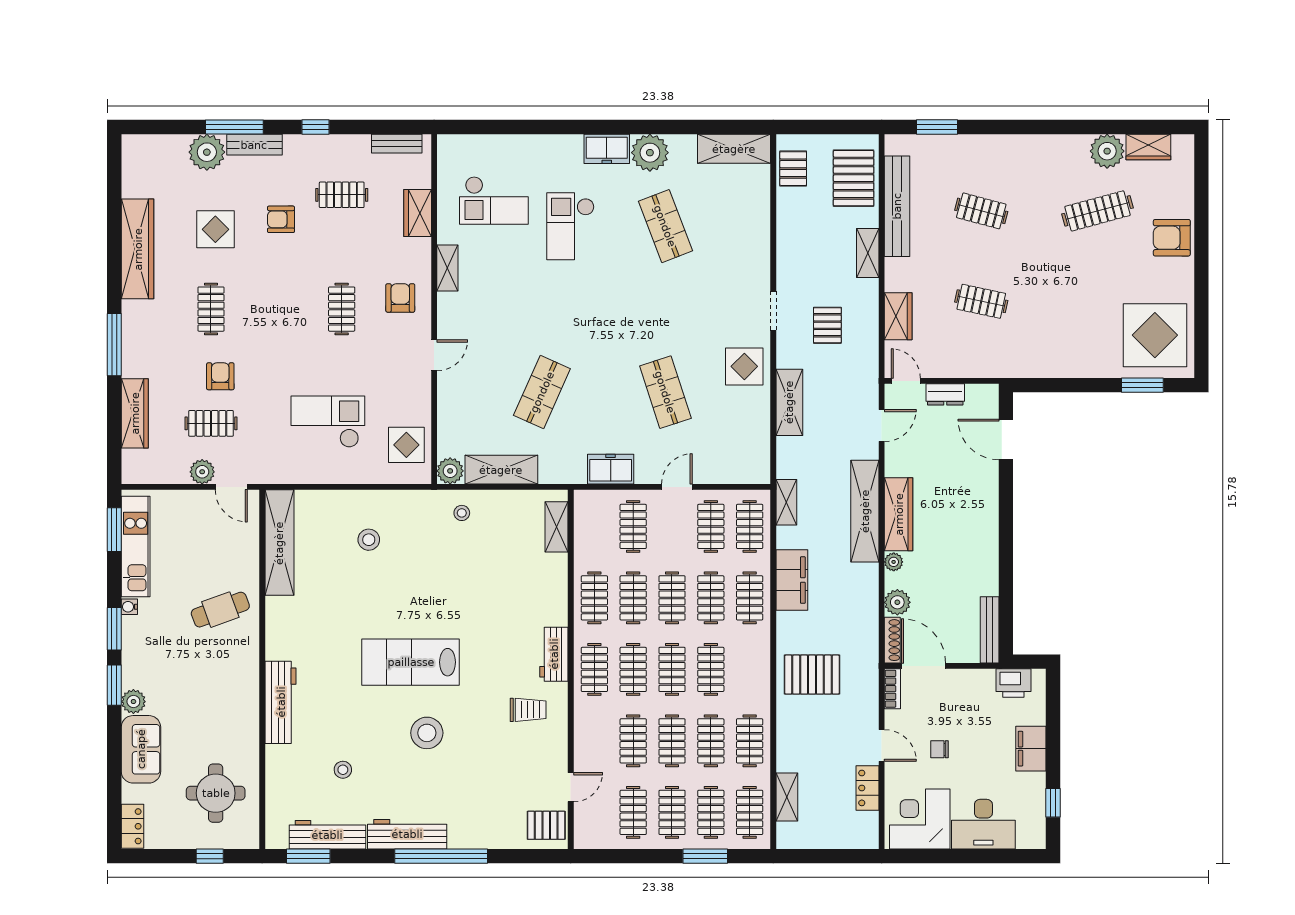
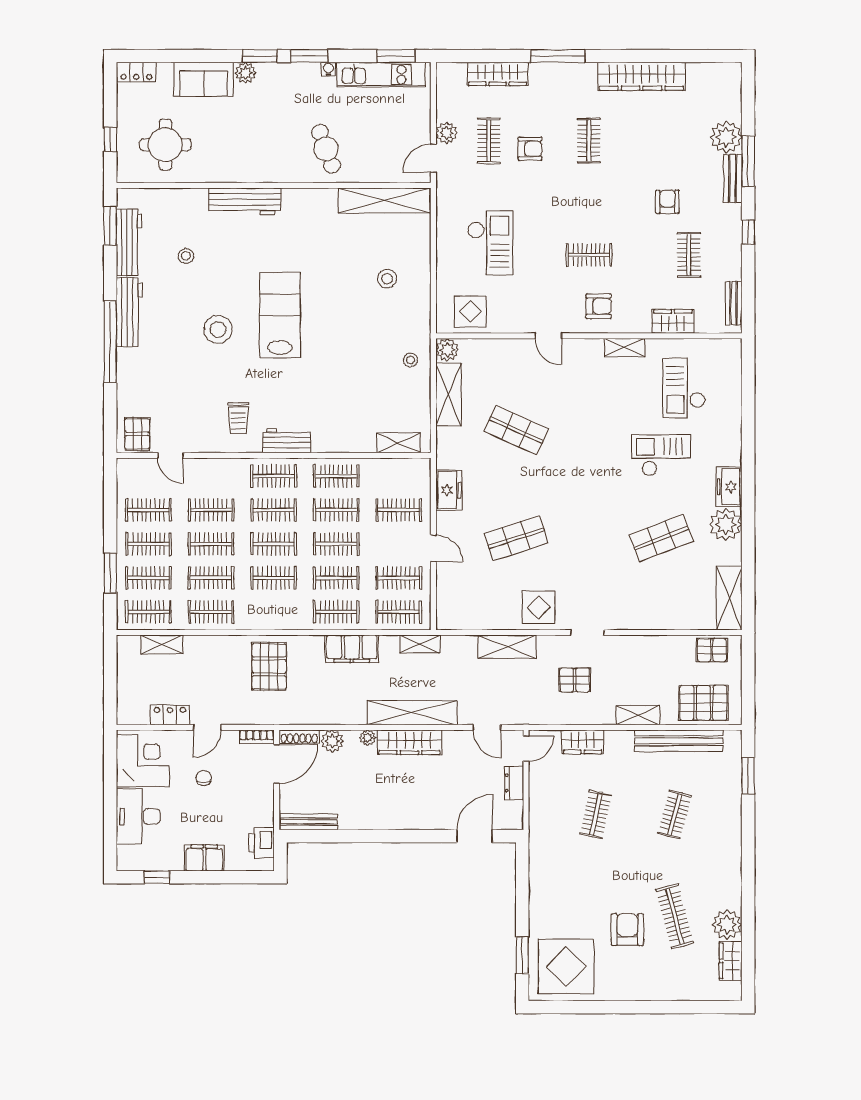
display table: (215, 229) -> (659, 145), removed
armchair: (1172, 238) -> (627, 930), moved
clothes rail: (211, 309) -> (589, 141), turned 90

